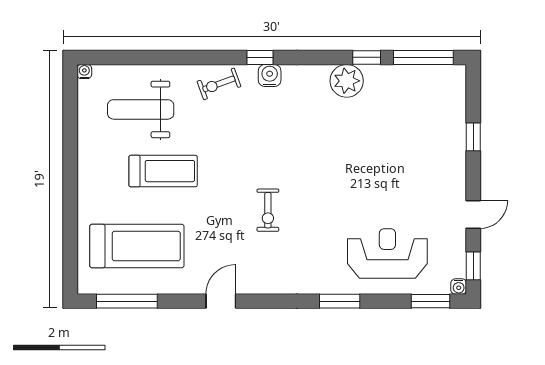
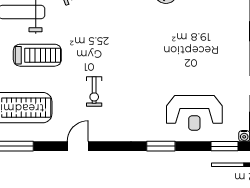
exercise bike: (268, 210) -> (94, 92), moved
reception desk: (387, 254) -> (194, 113), turned 180

